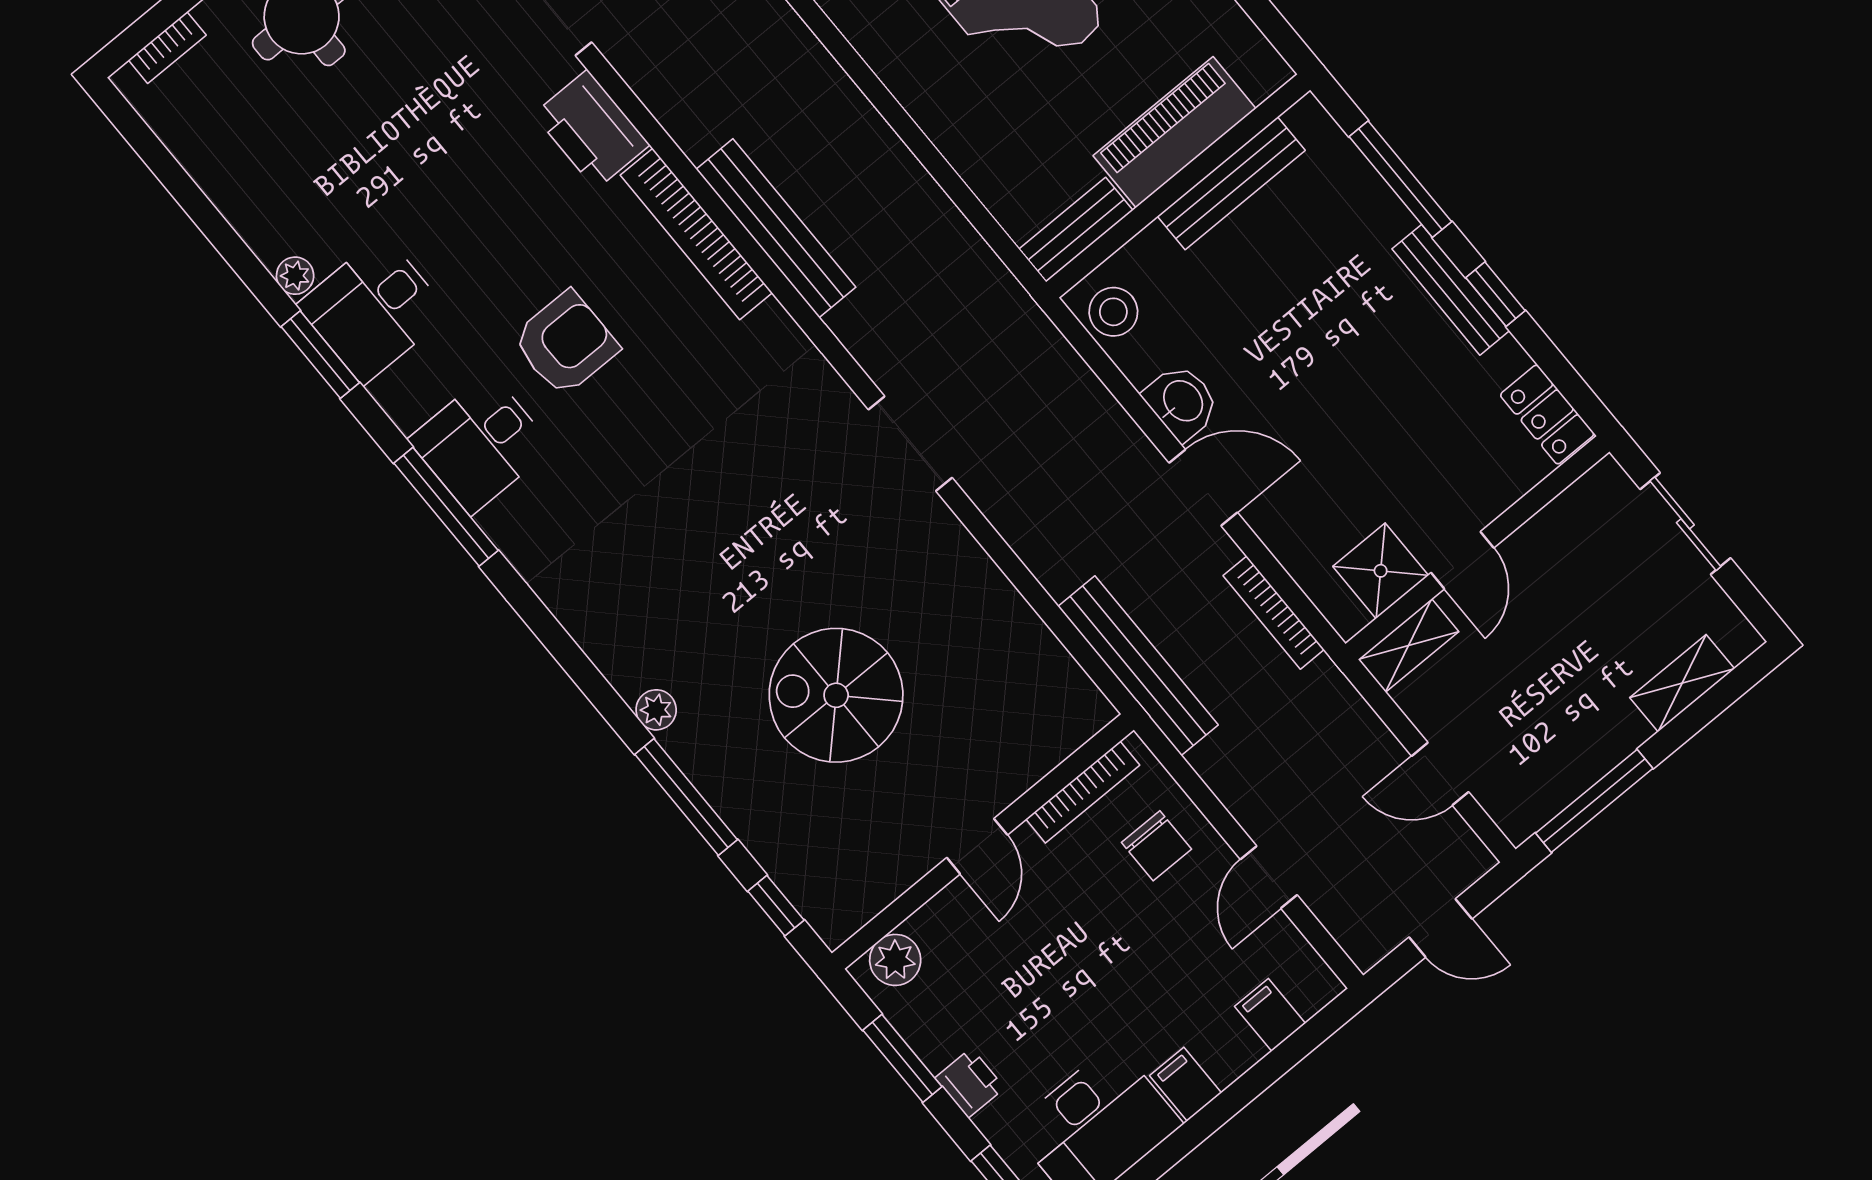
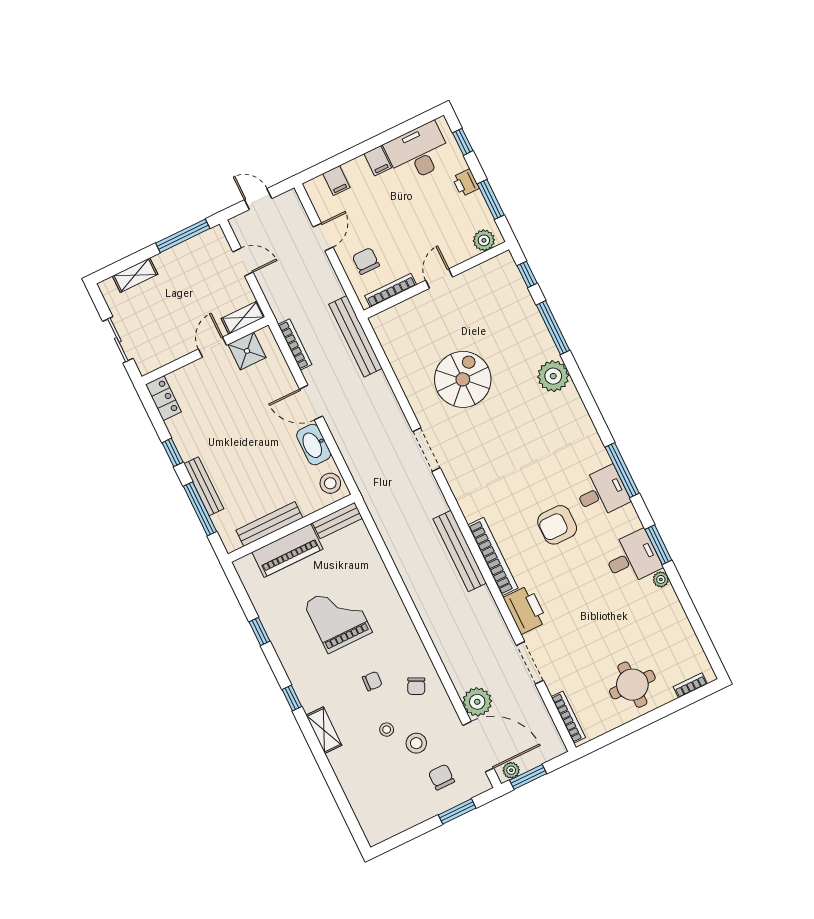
bench: (1451, 290) -> (204, 486), moved
washbasin: (1182, 402) -> (314, 445), width x1.38
spiral stairs: (836, 695) -> (463, 379), moved, turned -90
plant: (656, 710) -> (553, 376), width x1.87, depth x1.87

